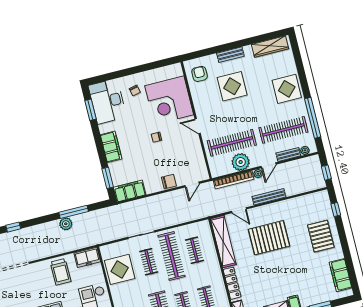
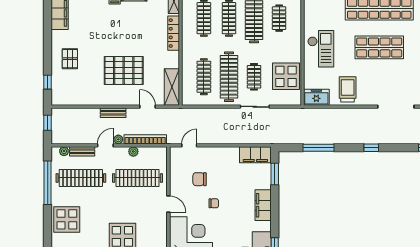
plant: (241, 162) -> (133, 152), width x0.53, depth x0.53
chair: (169, 182) -> (200, 179), moved
bench: (269, 197) -> (113, 113), width x0.73
plant: (66, 224) -> (330, 137), removed
window: (13, 227) -> (371, 148), moved
pallet: (321, 236) -> (70, 59), width x0.67, depth x0.71
shelving: (223, 242) -> (172, 87), width x0.68
clothes rail: (194, 250) -> (204, 77), width x1.36

